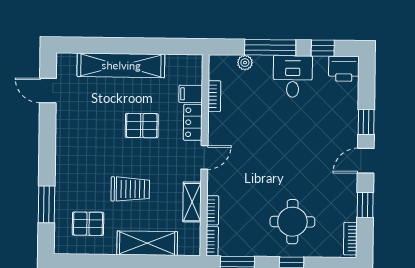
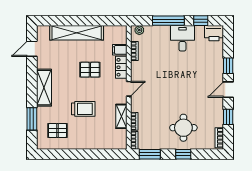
plant: (245, 63) -> (139, 30), moved
door: (48, 91) -> (32, 49), hinge flipped
shelving: (147, 243) -> (44, 88), moved, turned 90

